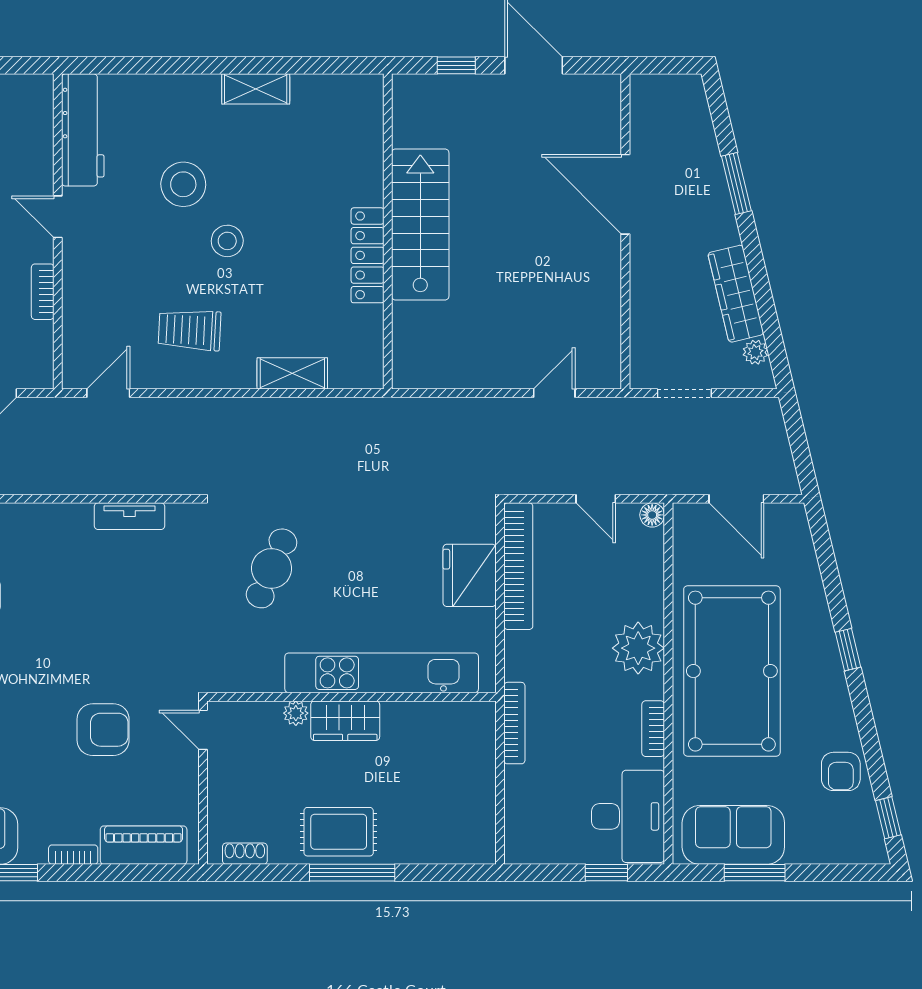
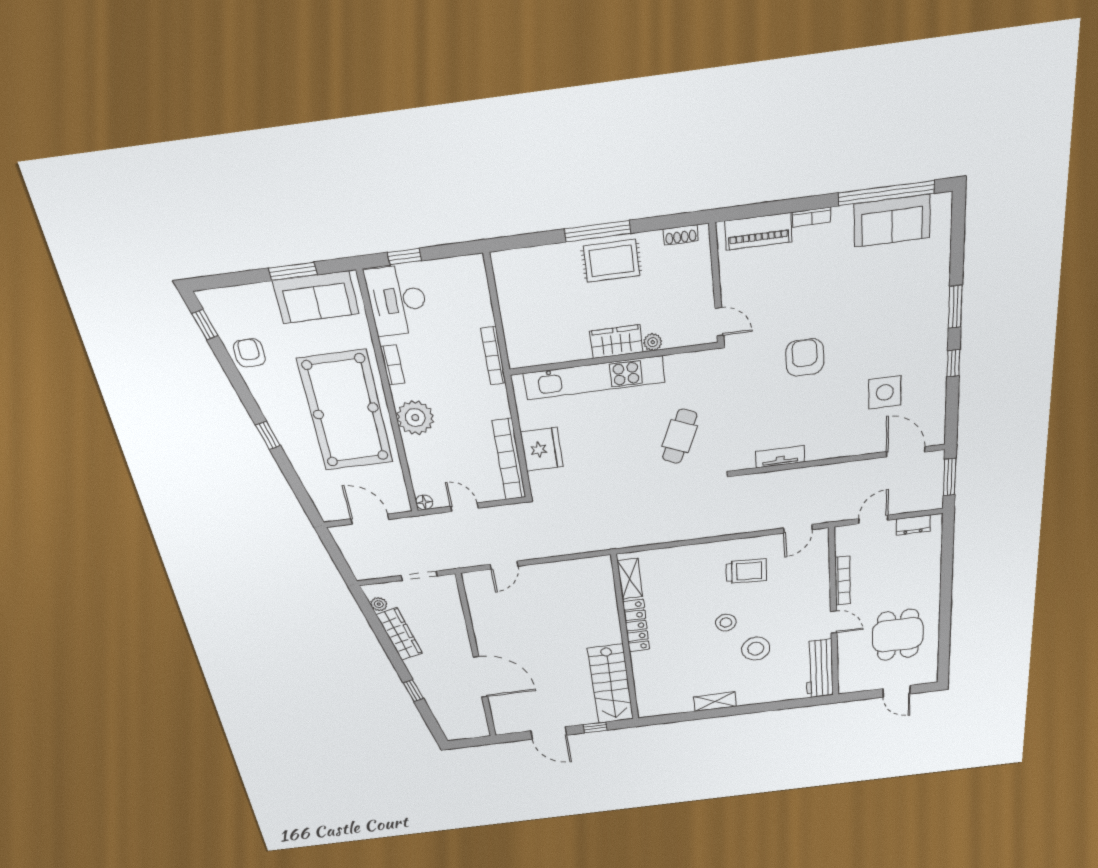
window: (736, 183) -> (413, 691), width x0.67
stairs: (420, 224) -> (611, 684), moved
bookcase: (43, 292) -> (843, 581), width x1.56
shelving: (292, 373) -> (630, 579), moved, turned 90
armchair: (103, 730) -> (805, 357), moved, turned 90

